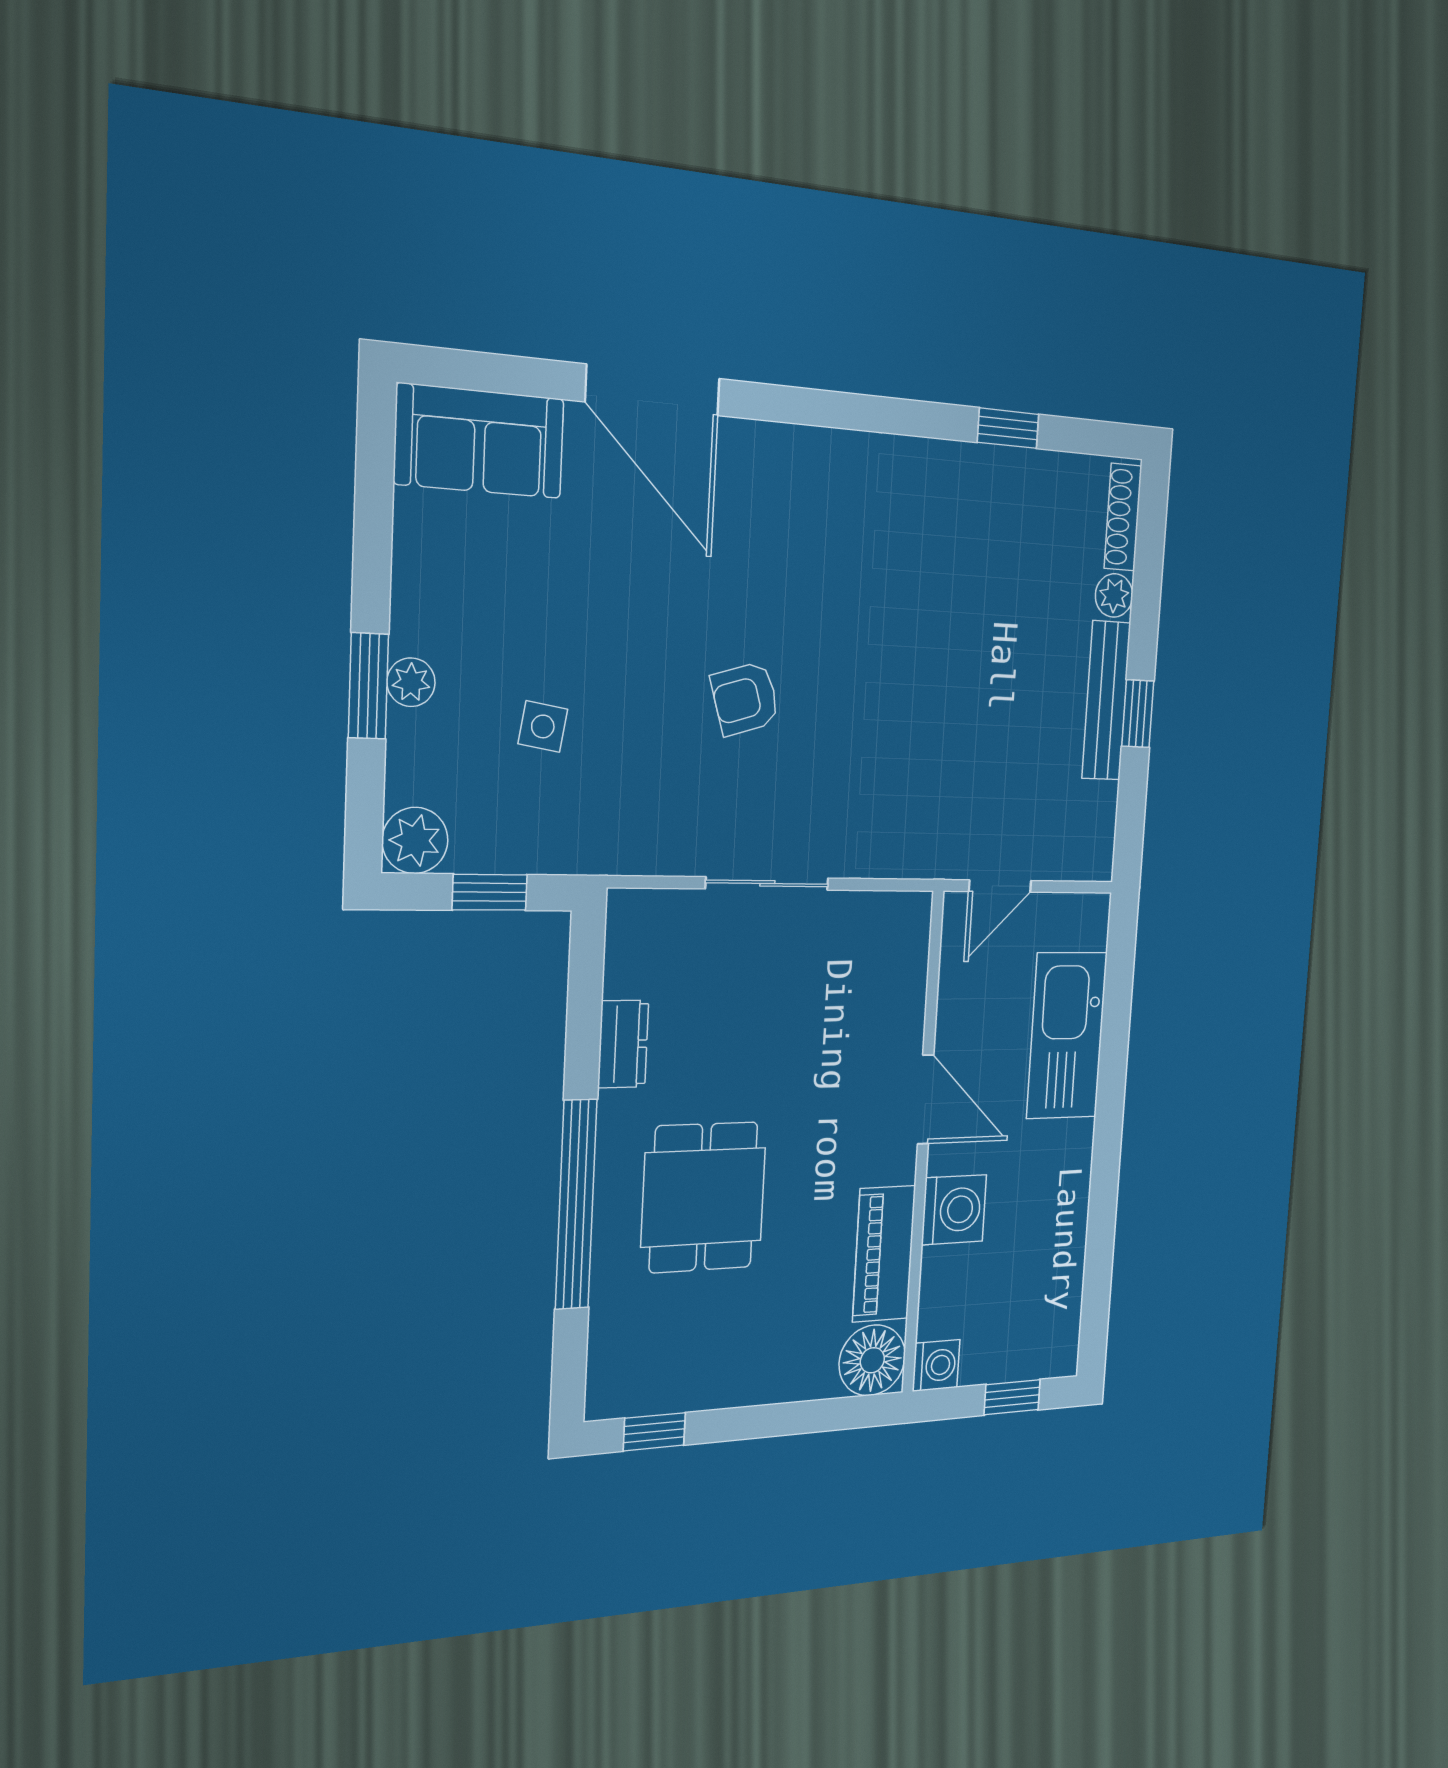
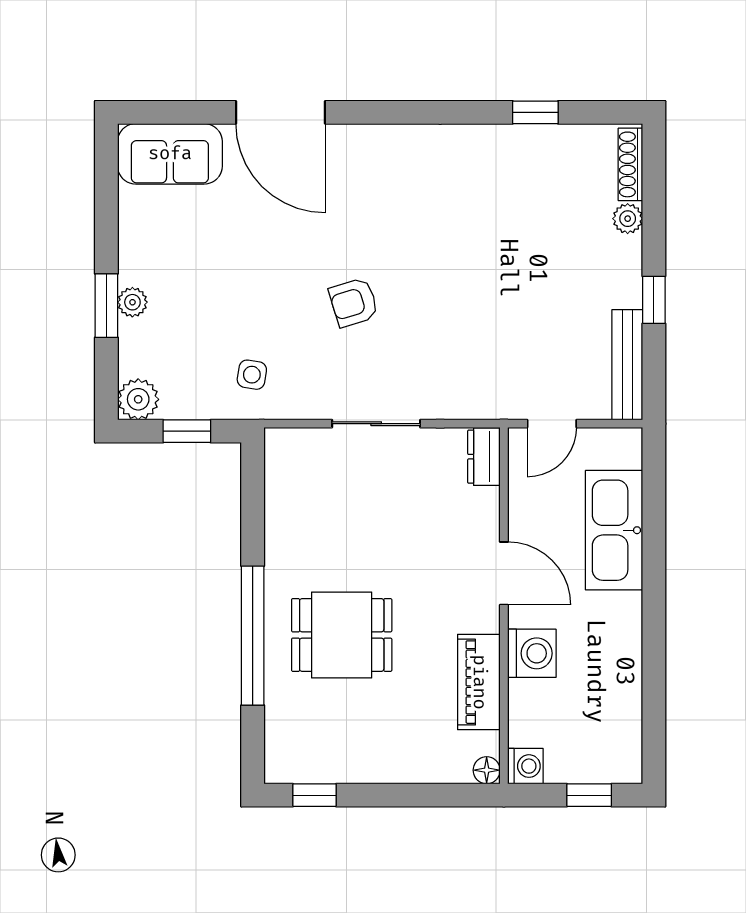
bench: (1106, 701) -> (627, 365), moved
side table: (543, 726) -> (252, 375), moved
dresser: (623, 1044) -> (484, 457), moved, turned 180
dining table: (704, 1197) -> (342, 635), turned 90
floor lamp: (872, 1360) -> (487, 770), width x0.53, depth x0.53

